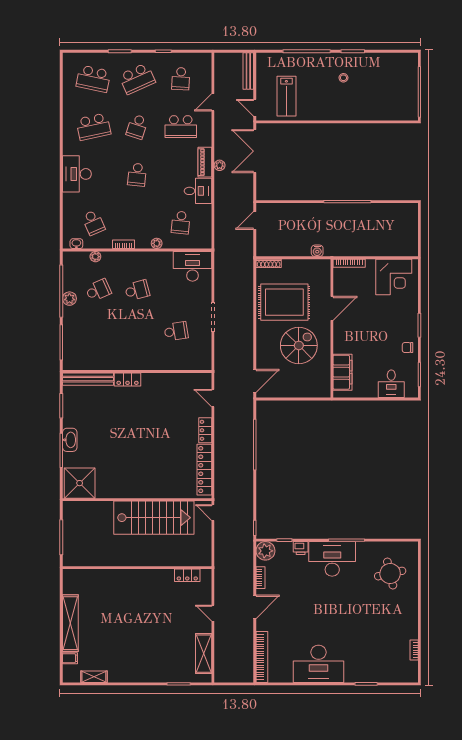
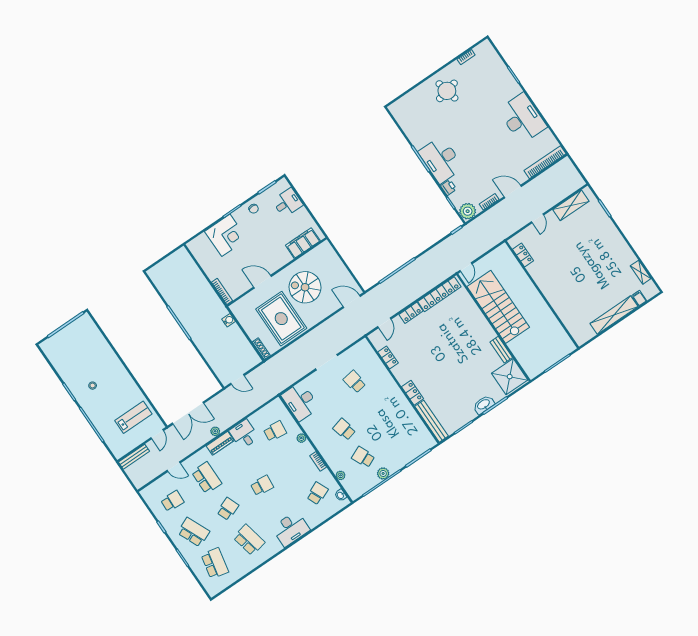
school desk: (137, 127) -> (228, 509), turned -39
corner desk: (394, 277) -> (226, 235), moved, turned 90
locker: (177, 379) -> (388, 358), added
bench: (111, 493) -> (501, 350), added
round table: (390, 574) -> (447, 91), moved

